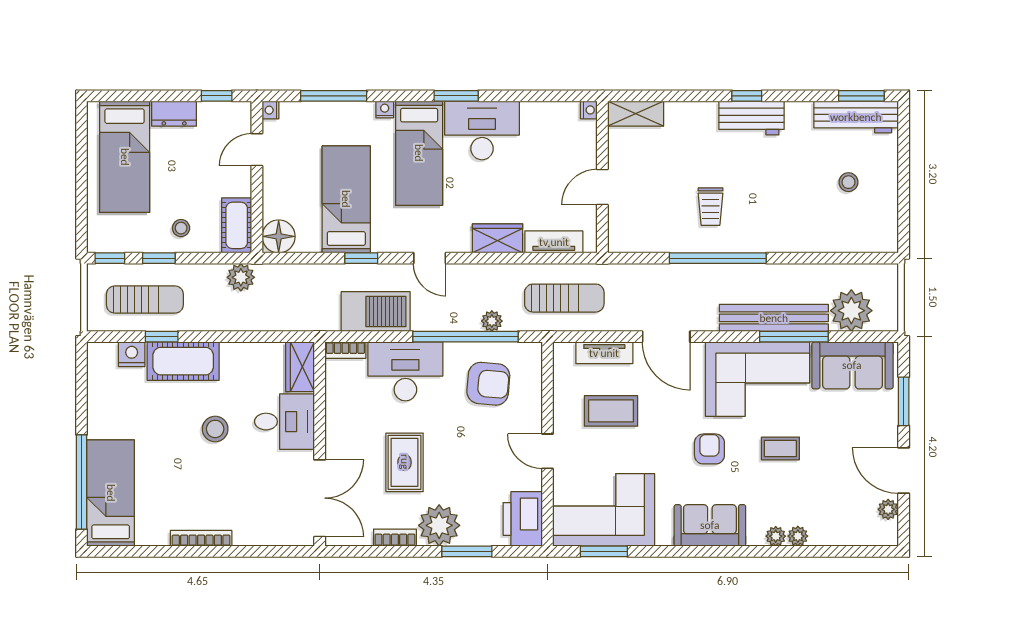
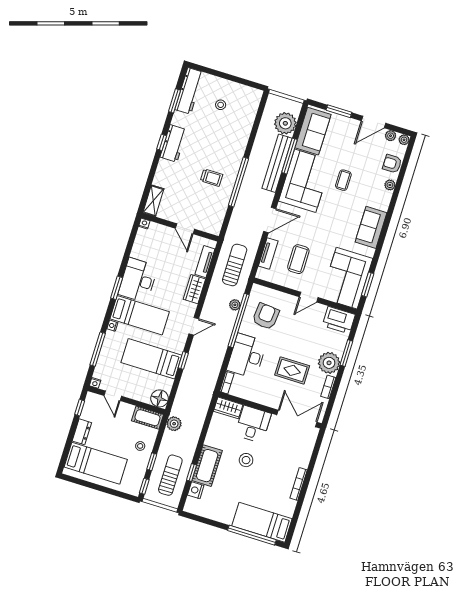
window: (861, 96) -> (175, 101), moved
barbecue: (376, 312) -> (212, 362), removed
armchair: (709, 449) -> (392, 164), moved
plant: (776, 536) -> (404, 140), moved

